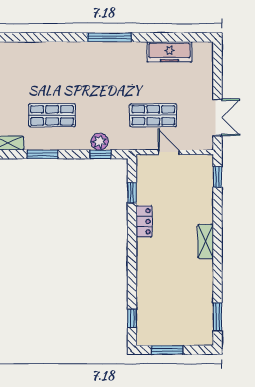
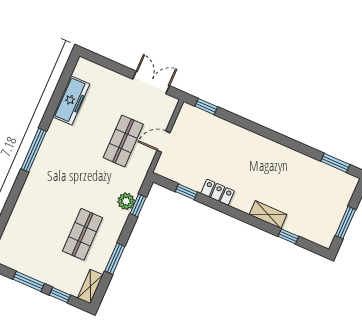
shelving: (206, 241) -> (268, 215), moved
window: (132, 318) -> (288, 236), moved

